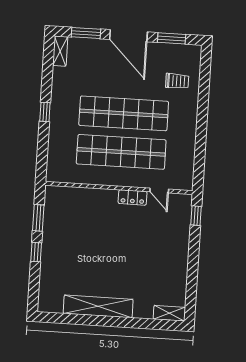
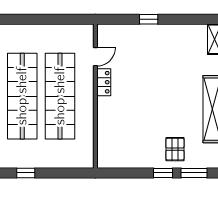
window: (196, 216) -> (149, 19), moved
window: (38, 218) -> (194, 173), moved
pallet: (60, 266) -> (175, 149), added

